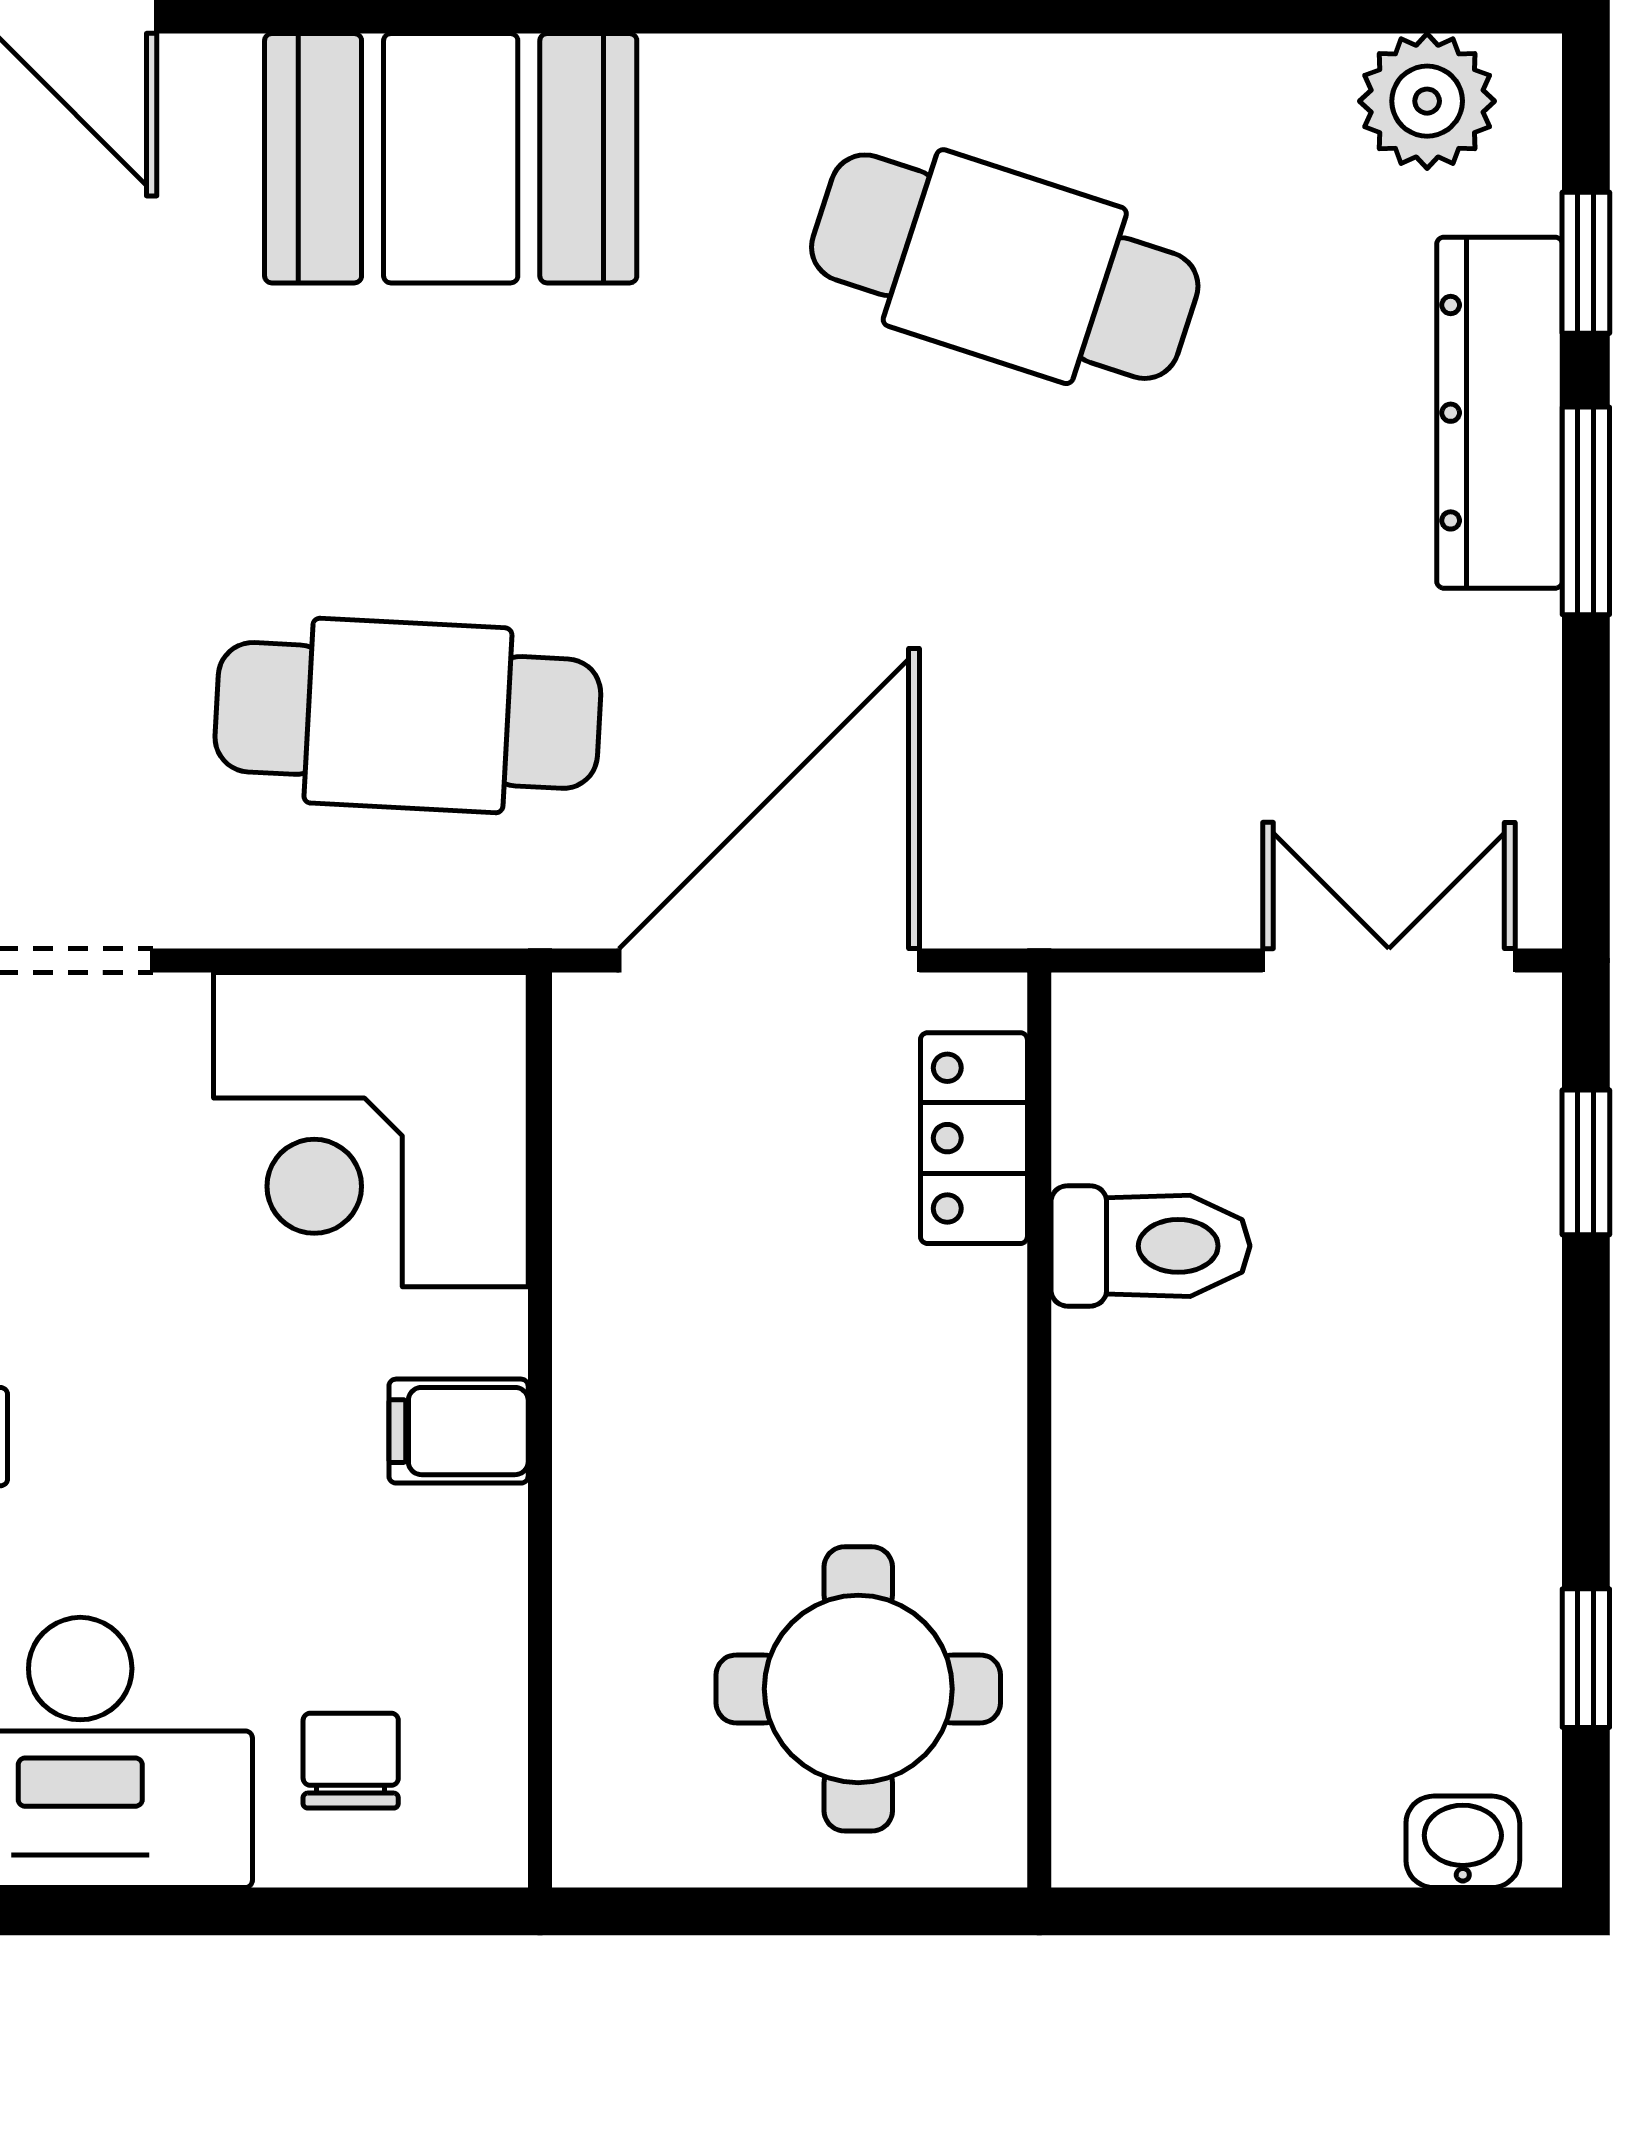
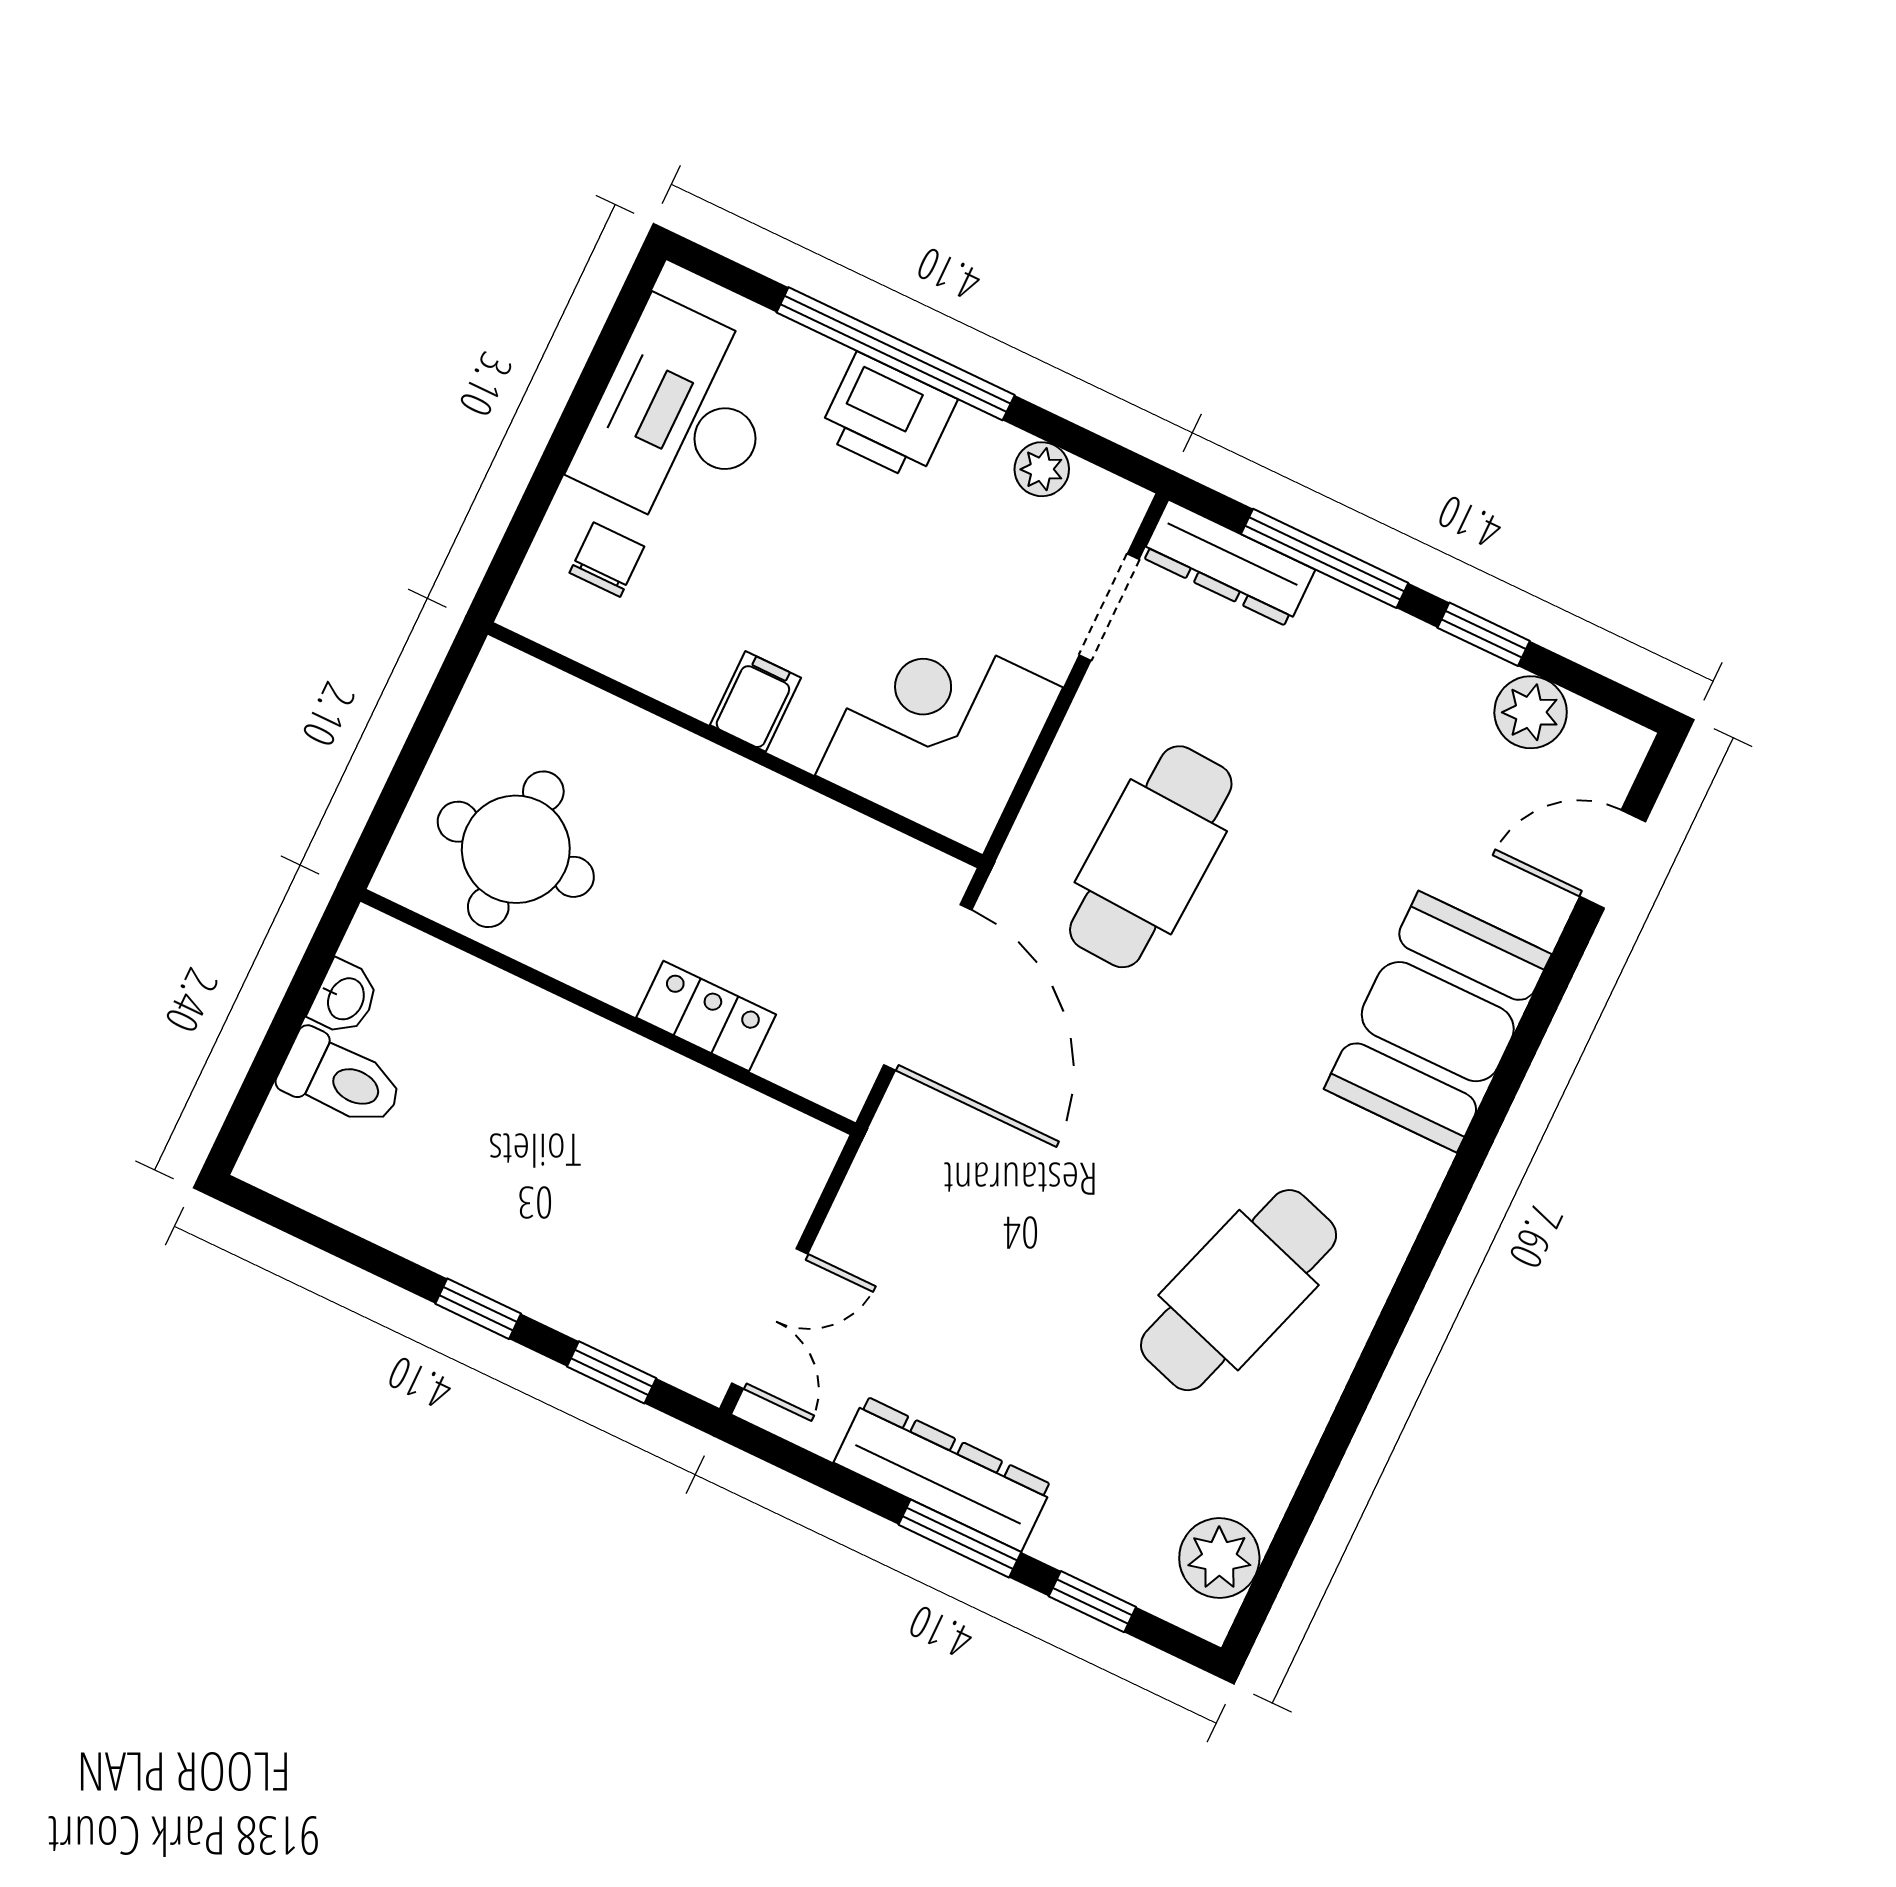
dresser: (1499, 413) -> (943, 1474), moved
locker: (974, 1138) -> (706, 1016), moved
toilet: (1150, 1246) -> (341, 1079), moved, turned -90
window: (1586, 1658) -> (478, 1309), moved
chair: (351, 1761) -> (607, 560), turned -90
washbasin: (1463, 1842) -> (344, 998), moved

